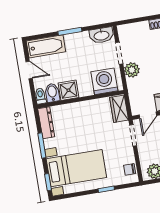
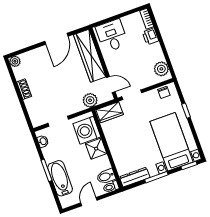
washbasin: (101, 35) -> (43, 141), width x0.52, depth x0.69
bathtub: (46, 46) -> (60, 178), moved
plant: (132, 70) -> (90, 100), moved
shower: (68, 90) -> (96, 149), moved

